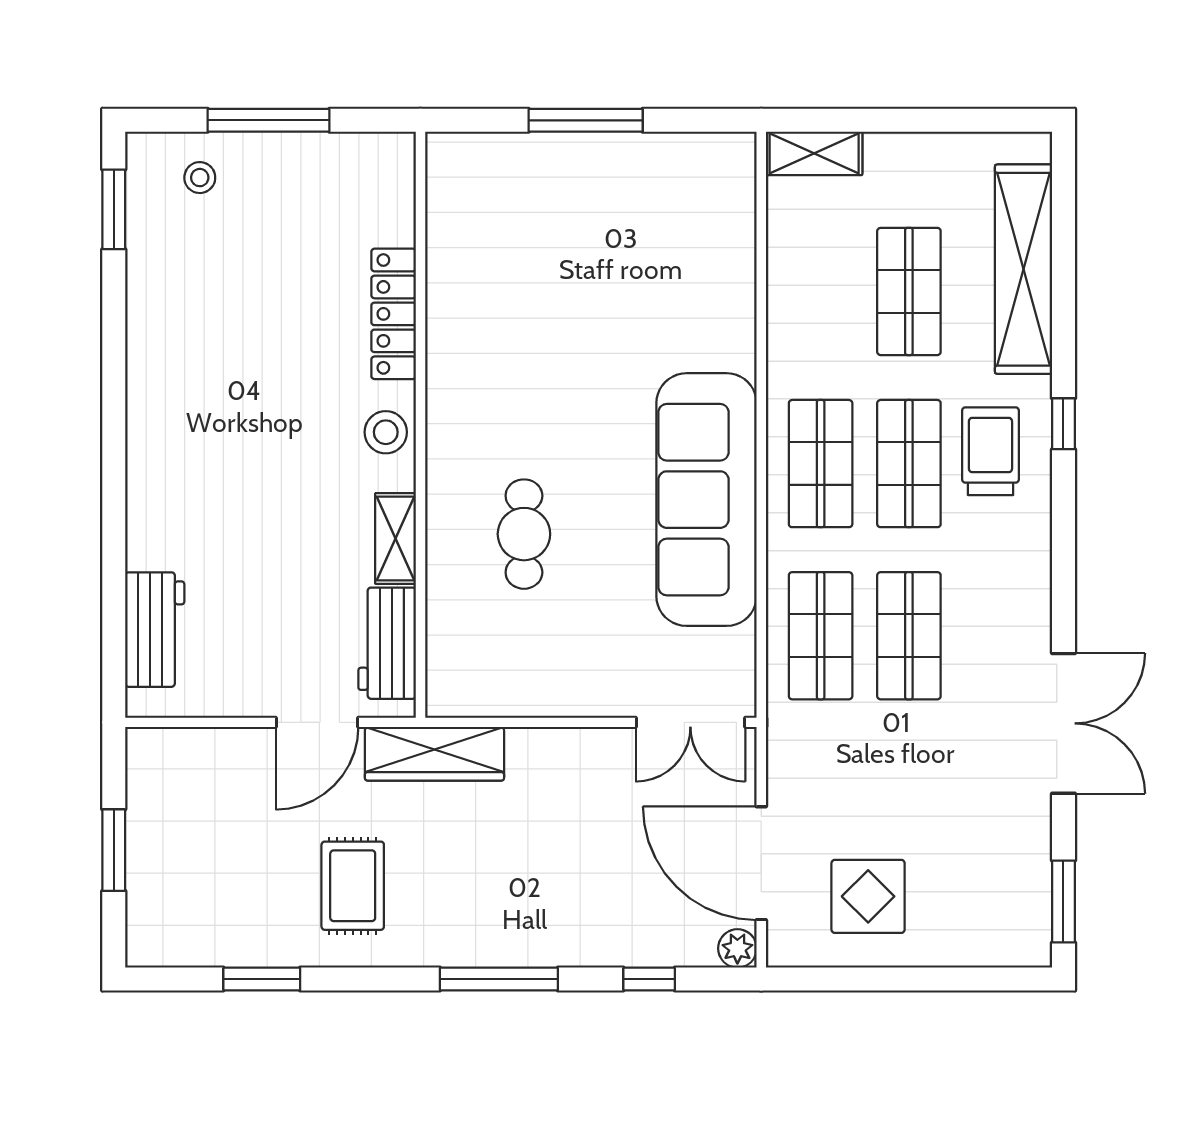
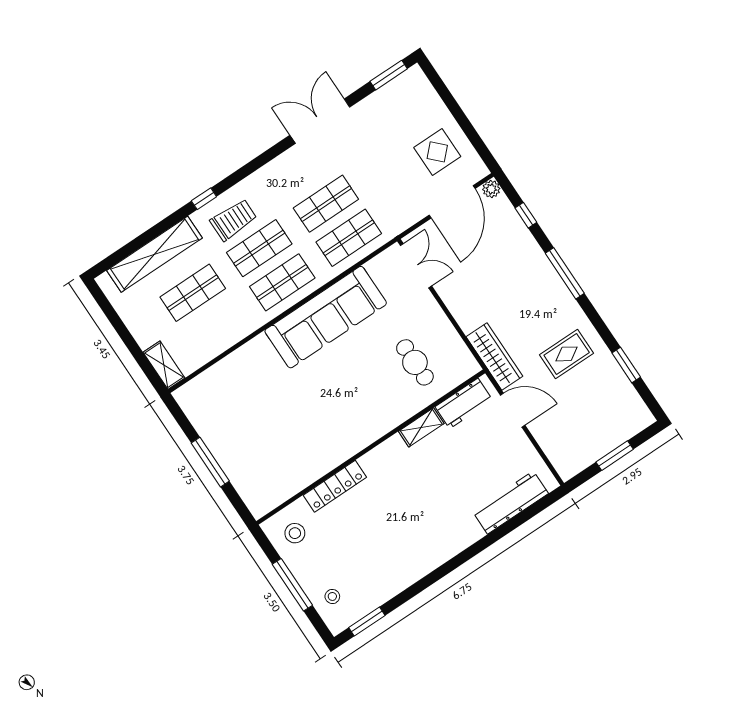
stool: (386, 432) -> (295, 533), moved
trolley: (990, 451) -> (233, 220), turned 180
cafe table: (524, 534) -> (415, 362), moved, turned 90
workbench: (155, 630) -> (510, 502), width x1.38

